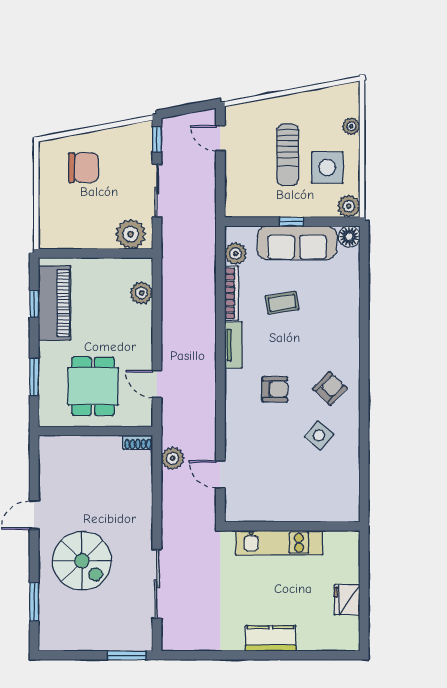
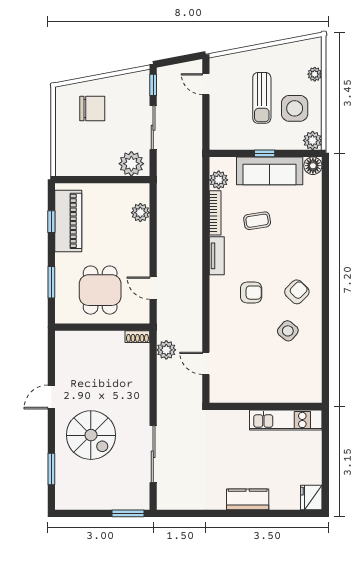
kitchen unit: (279, 543) -> (286, 420), moved
fridge: (347, 600) -> (311, 498), moved

